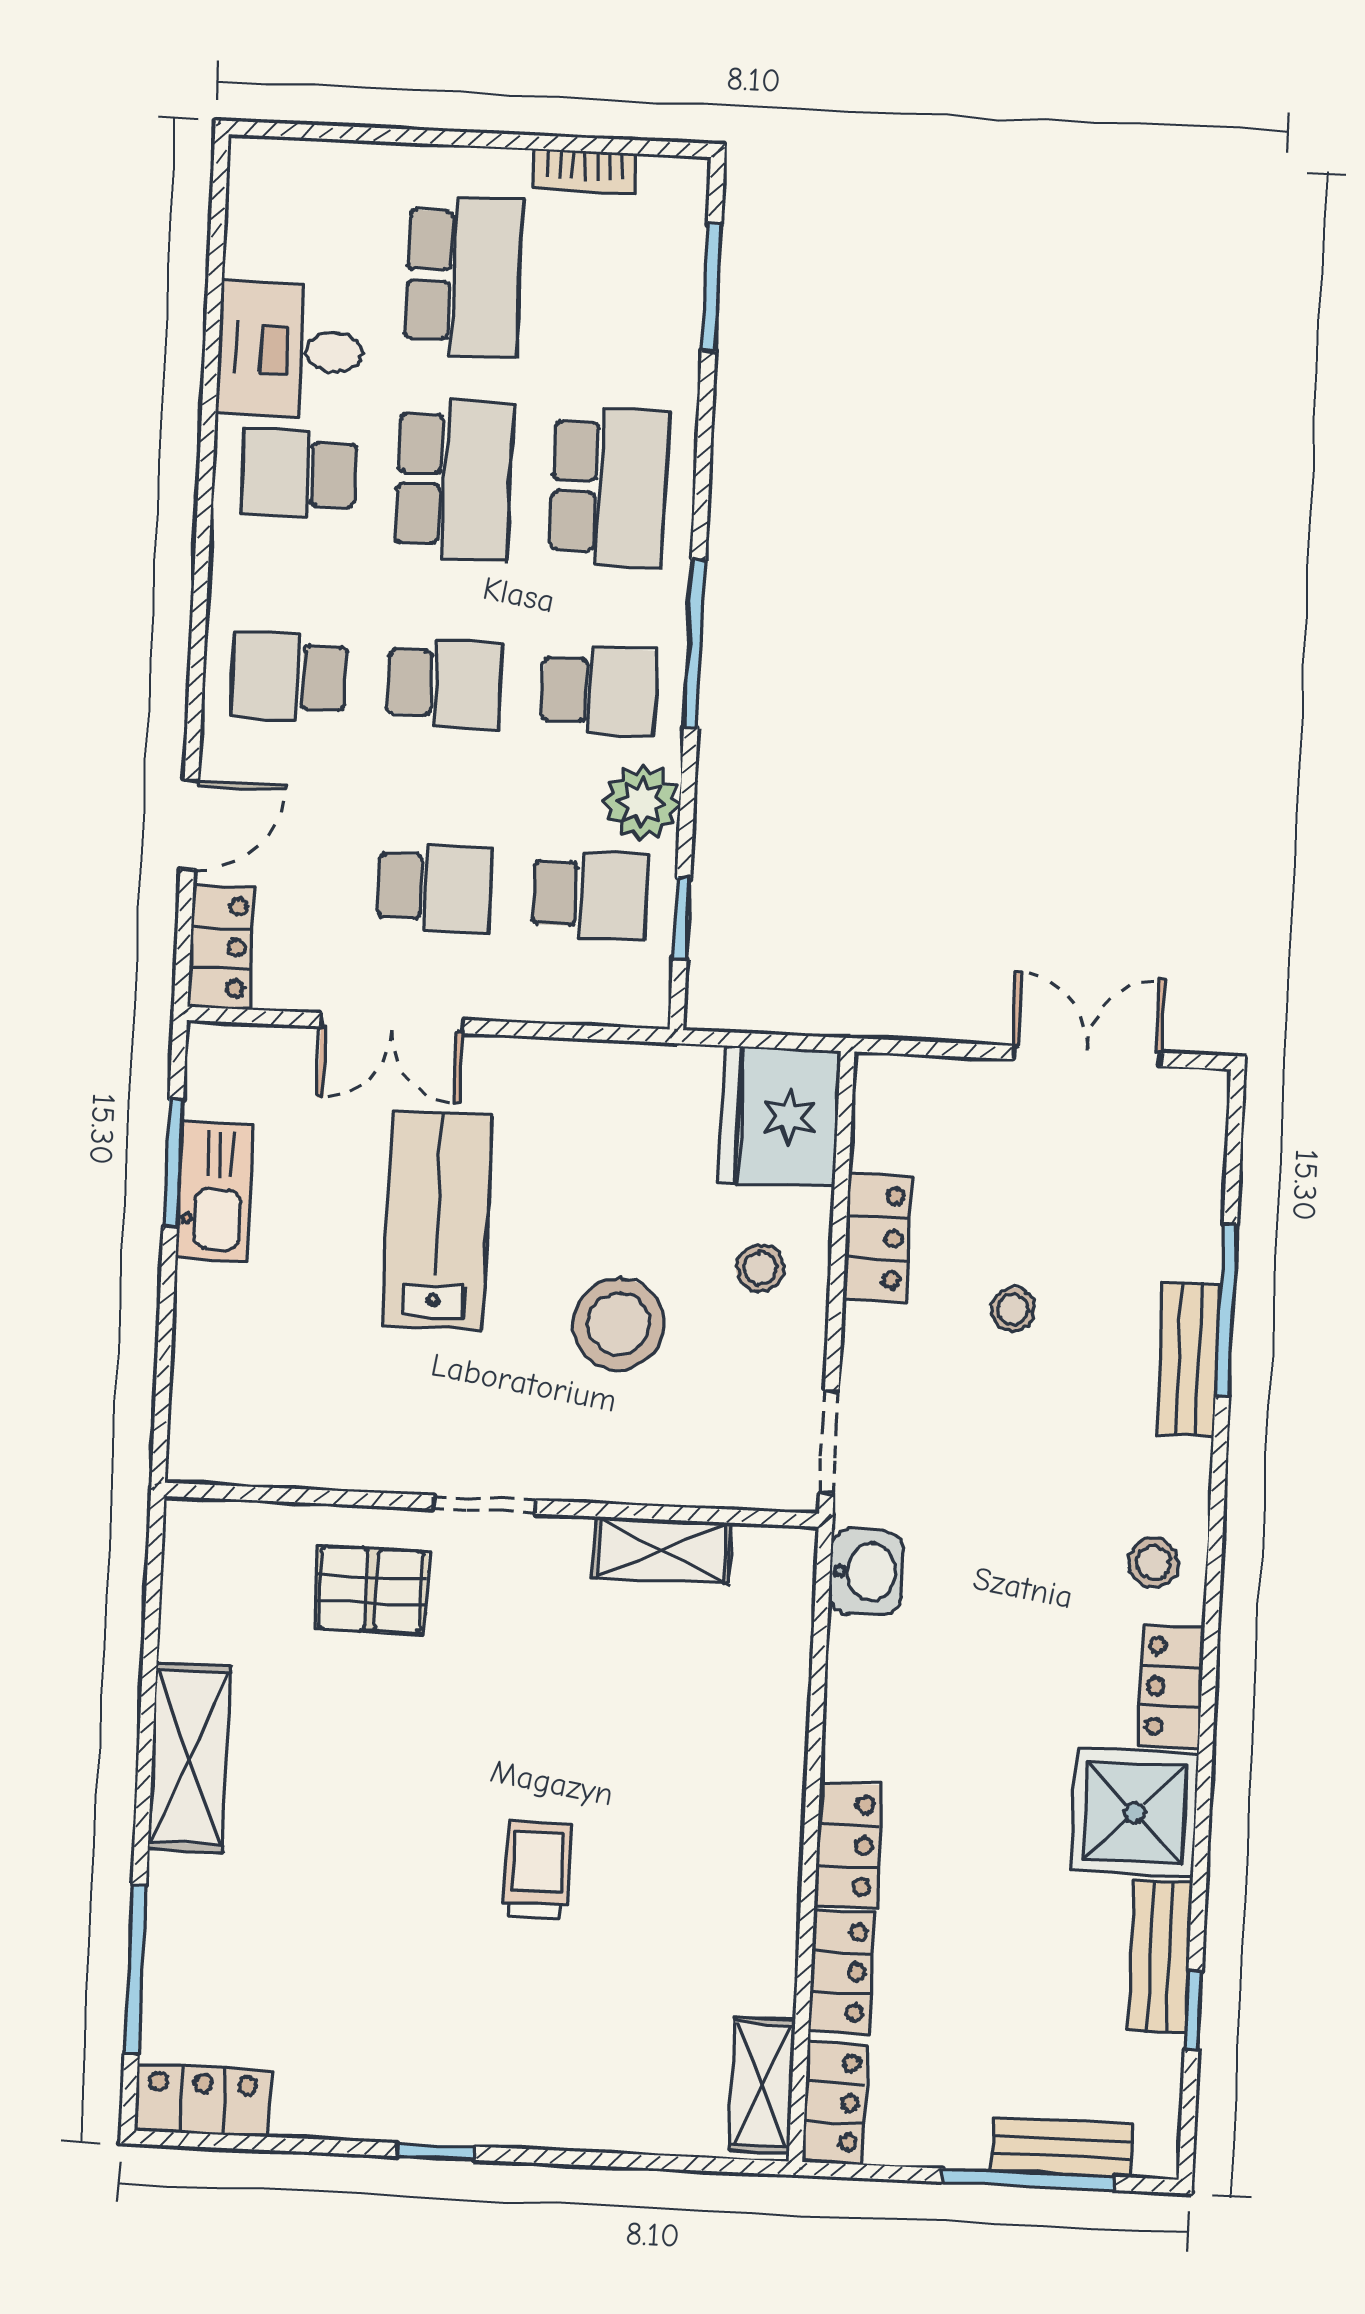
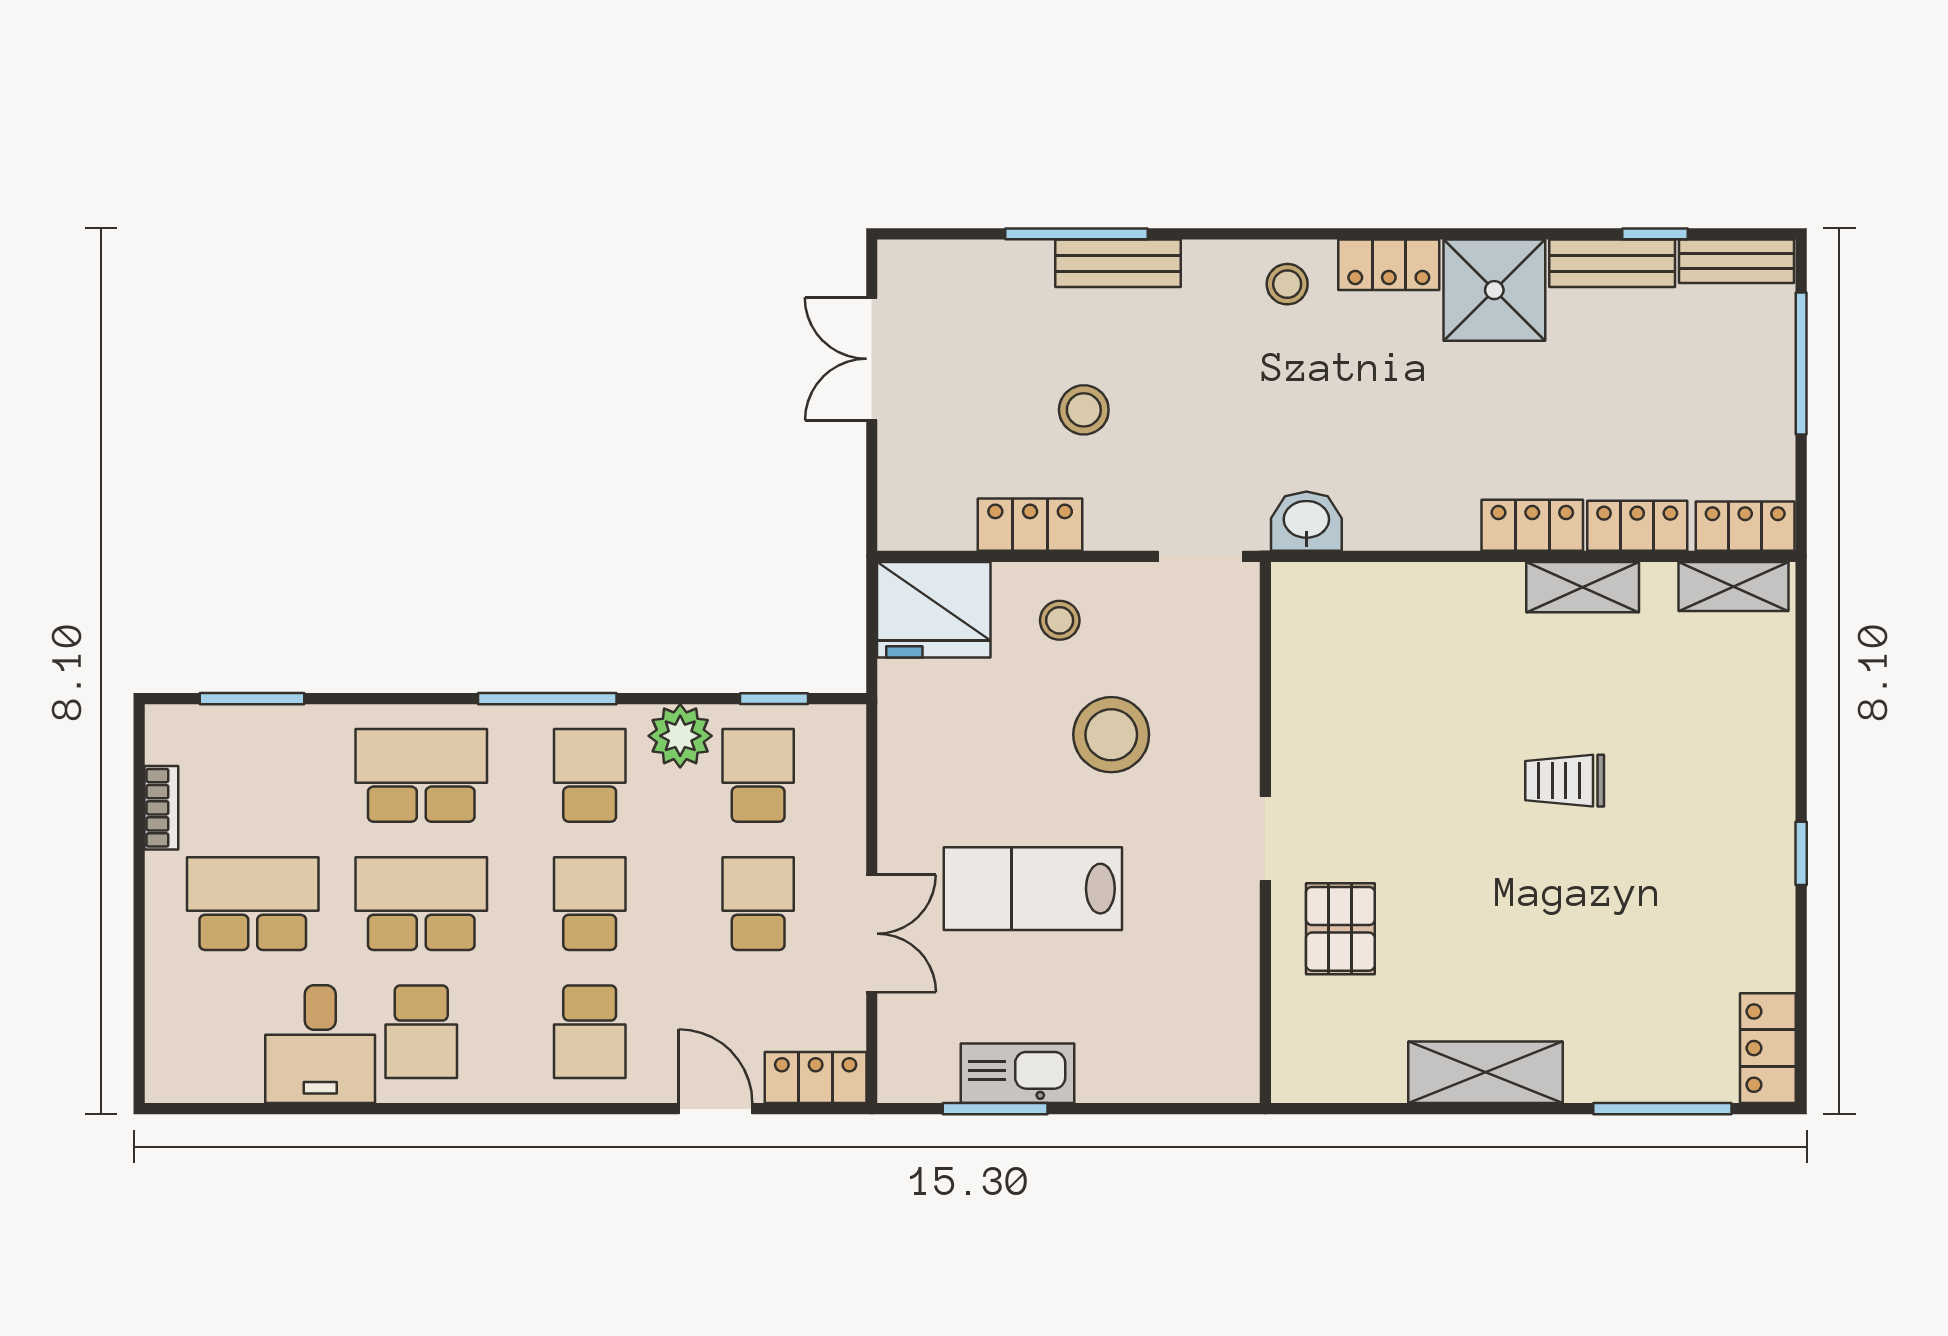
stool: (1013, 1309) -> (1084, 410), width x1.37, depth x1.37
shelving: (662, 1550) -> (1583, 587), moved, turned 90
bench: (1062, 2148) -> (1737, 261), moved, turned 90

